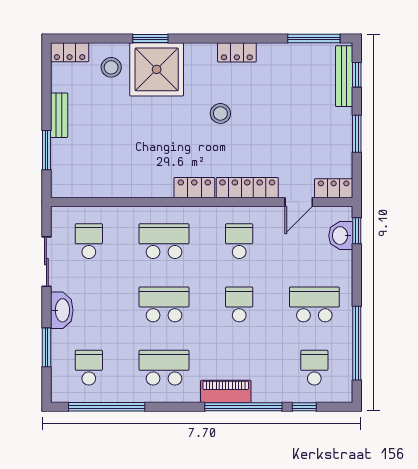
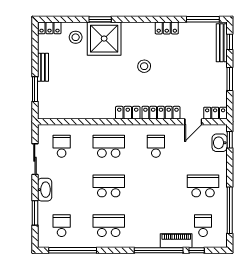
locker: (237, 52) -> (167, 28), moved
school desk: (239, 304) -> (156, 186), removed
piano: (226, 391) -> (176, 241), moved

